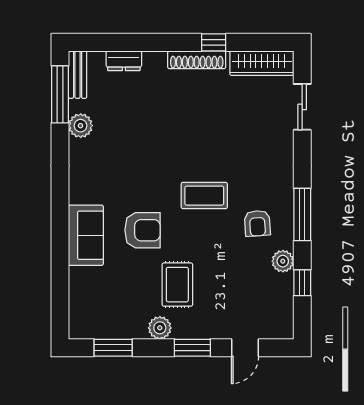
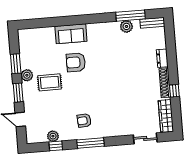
dresser: (124, 61) -> (162, 58), moved
window: (60, 94) -> (131, 16), moved
coffee table: (204, 196) -> (96, 92), removed
armchair: (142, 230) -> (76, 62), turned 90
plant: (283, 261) -> (53, 136), moved
window: (113, 348) -> (16, 64), moved

